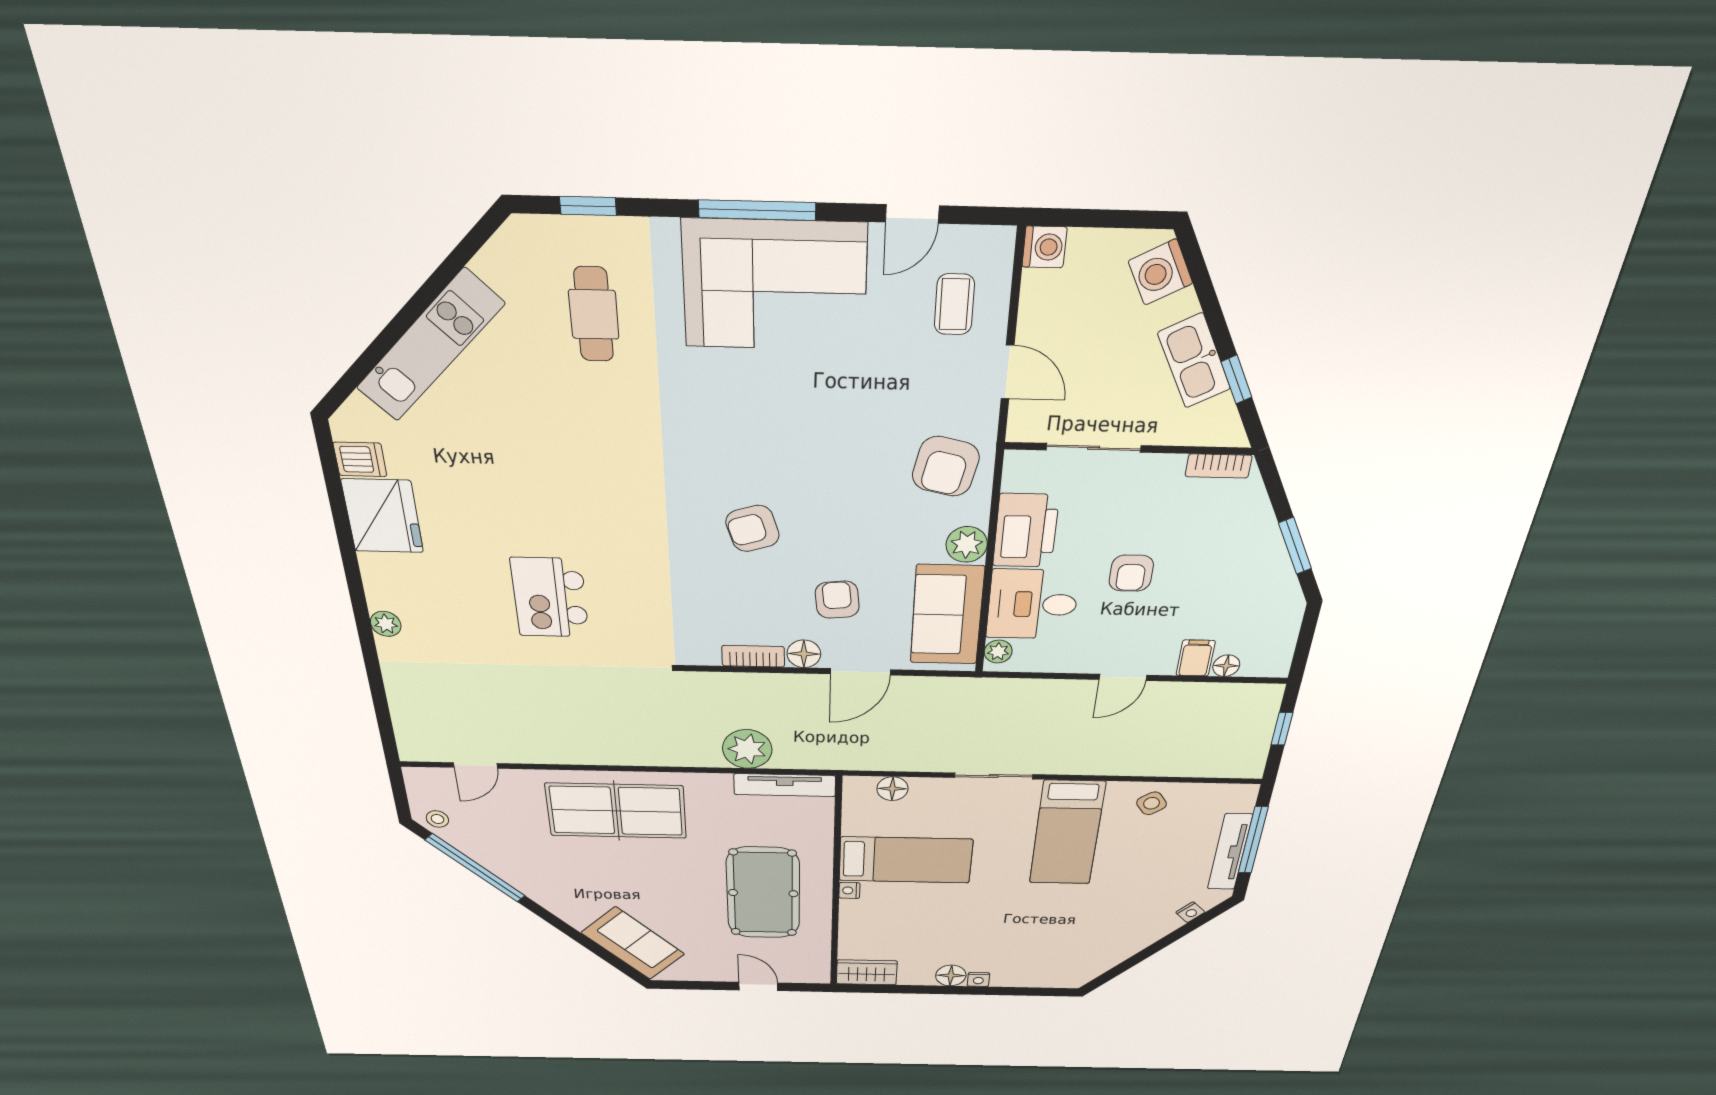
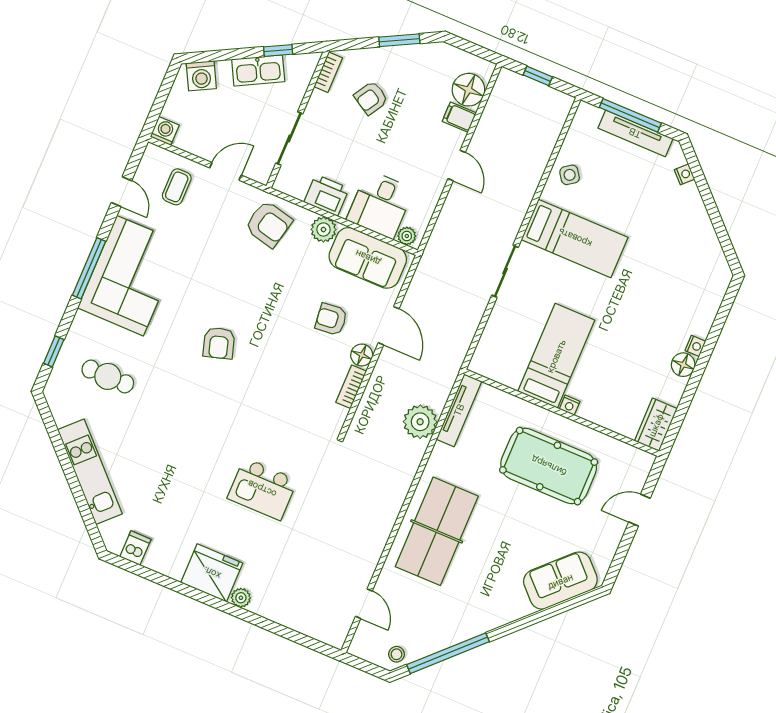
coffee table: (954, 304) -> (177, 187), turned 90
fridge: (383, 516) -> (212, 573), moved
armchair: (752, 528) -> (219, 343), moved
printer: (1026, 531) -> (327, 195), width x0.73, depth x0.84
armchair: (1131, 573) -> (371, 98), moved, turned 121
floor lamp: (1226, 666) -> (468, 90), width x1.89, depth x1.89
floor lamp: (892, 789) -> (490, 341), removed

